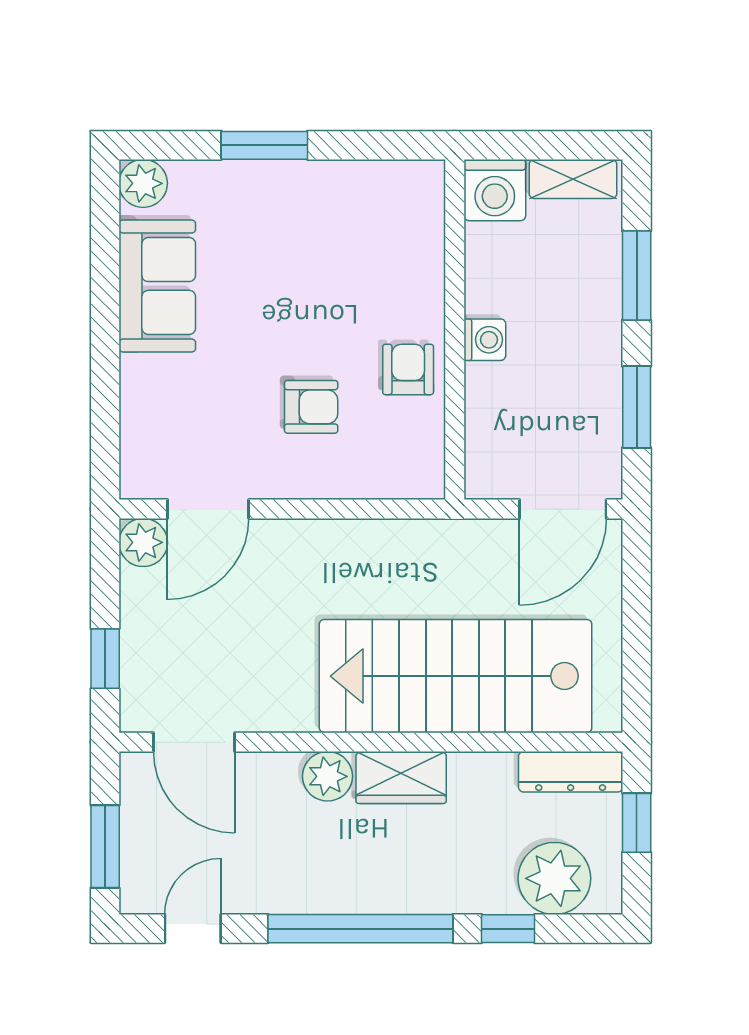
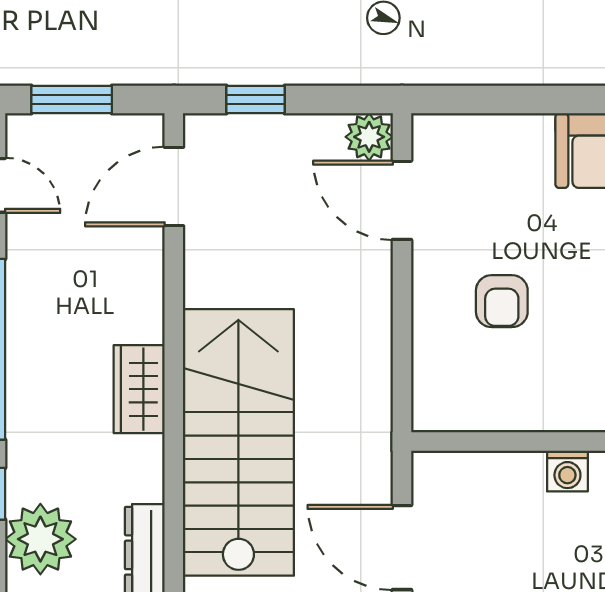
armchair: (408, 369) -> (538, 396), removed
plant: (328, 776) -> (140, 317), removed

